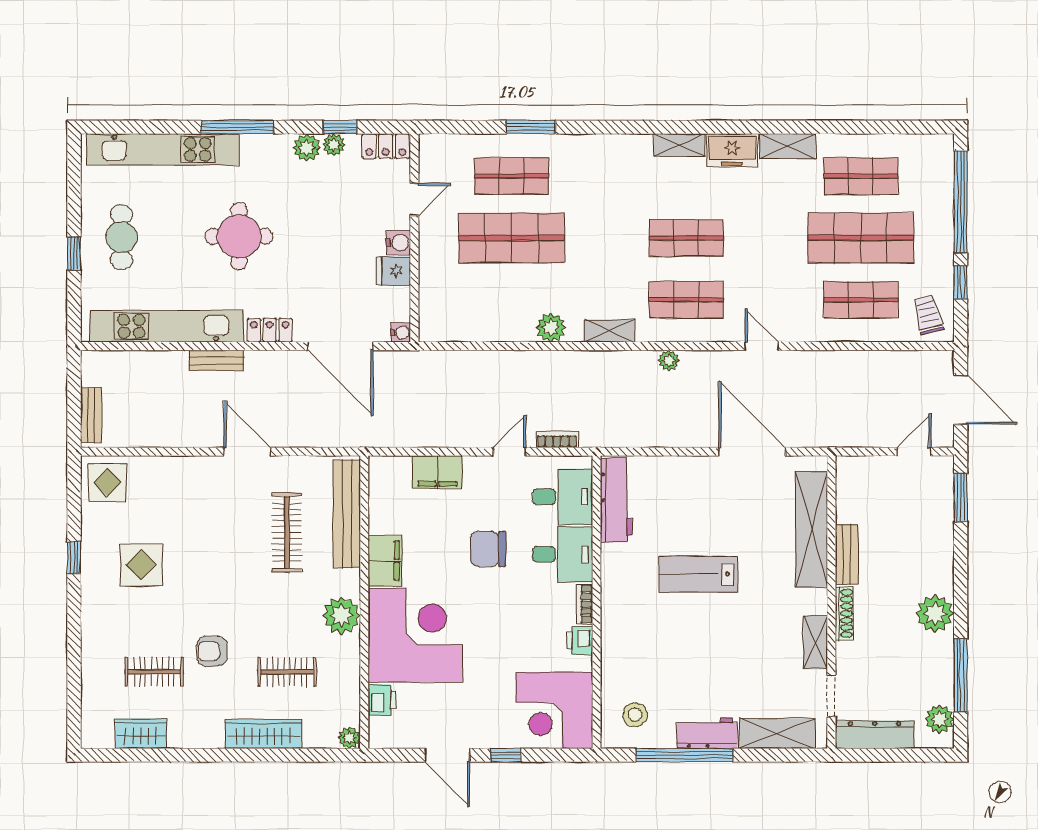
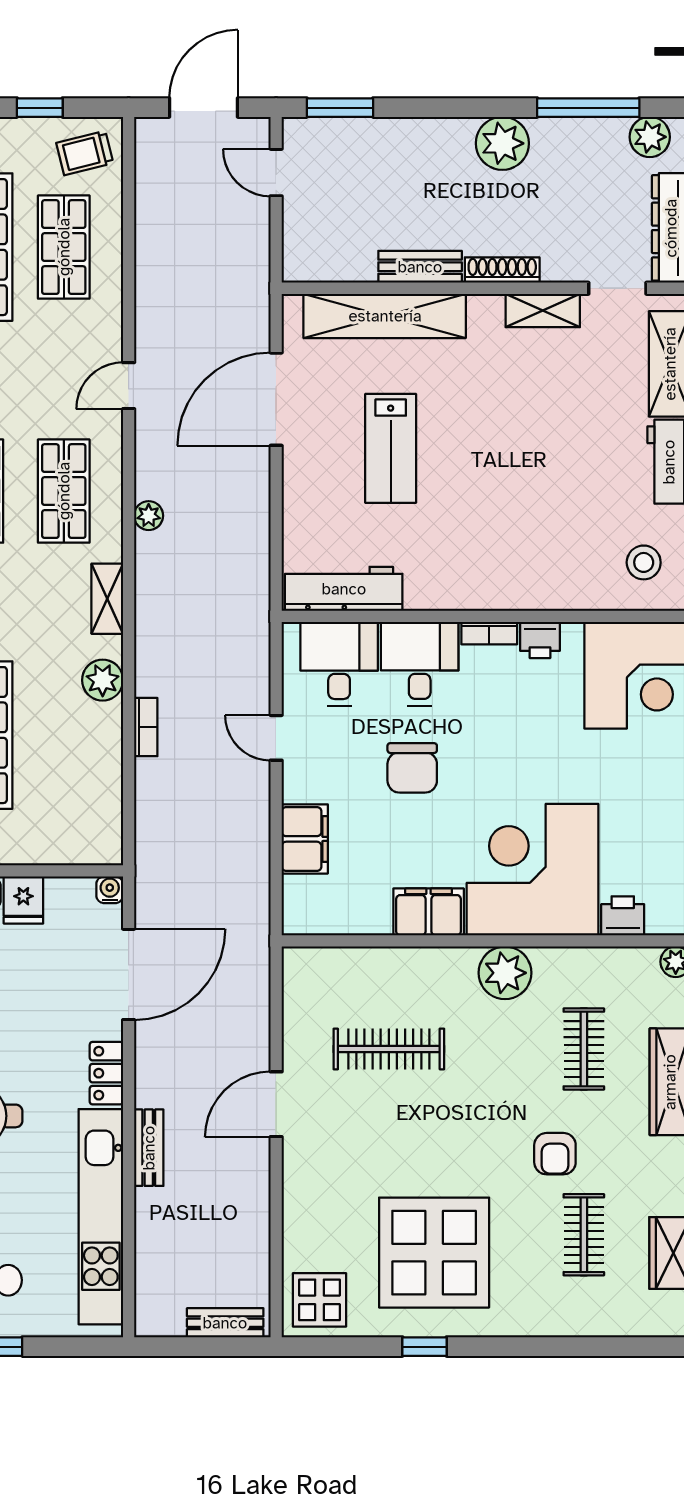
bookcase: (557, 439) -> (146, 727), moved, turned 180
bench: (347, 514) -> (363, 965), removed
display table: (141, 565) -> (434, 1253), width x1.86, depth x1.86
lab bench: (698, 574) -> (391, 448), moved

